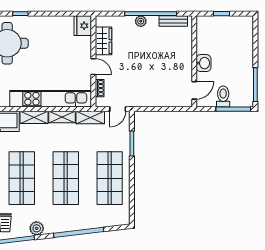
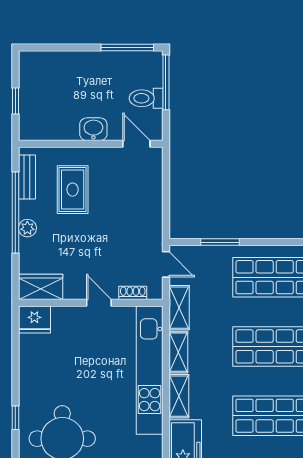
wardrobe: (104, 41) -> (41, 287), moved
rug: (165, 50) -> (73, 190), added
door: (93, 67) -> (99, 303), hinge flipped

